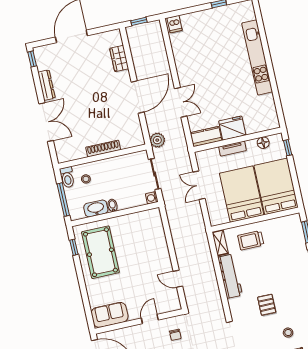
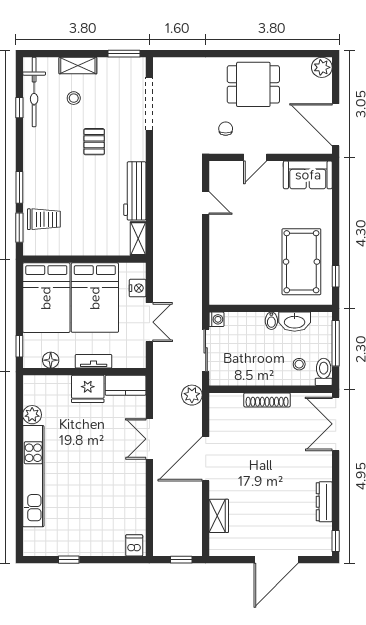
plant: (268, 101) -> (32, 415), added
double door: (46, 122) -> (336, 424), moved
nightstand: (213, 208) -> (138, 288), added
trolley: (251, 240) -> (44, 219), moved

